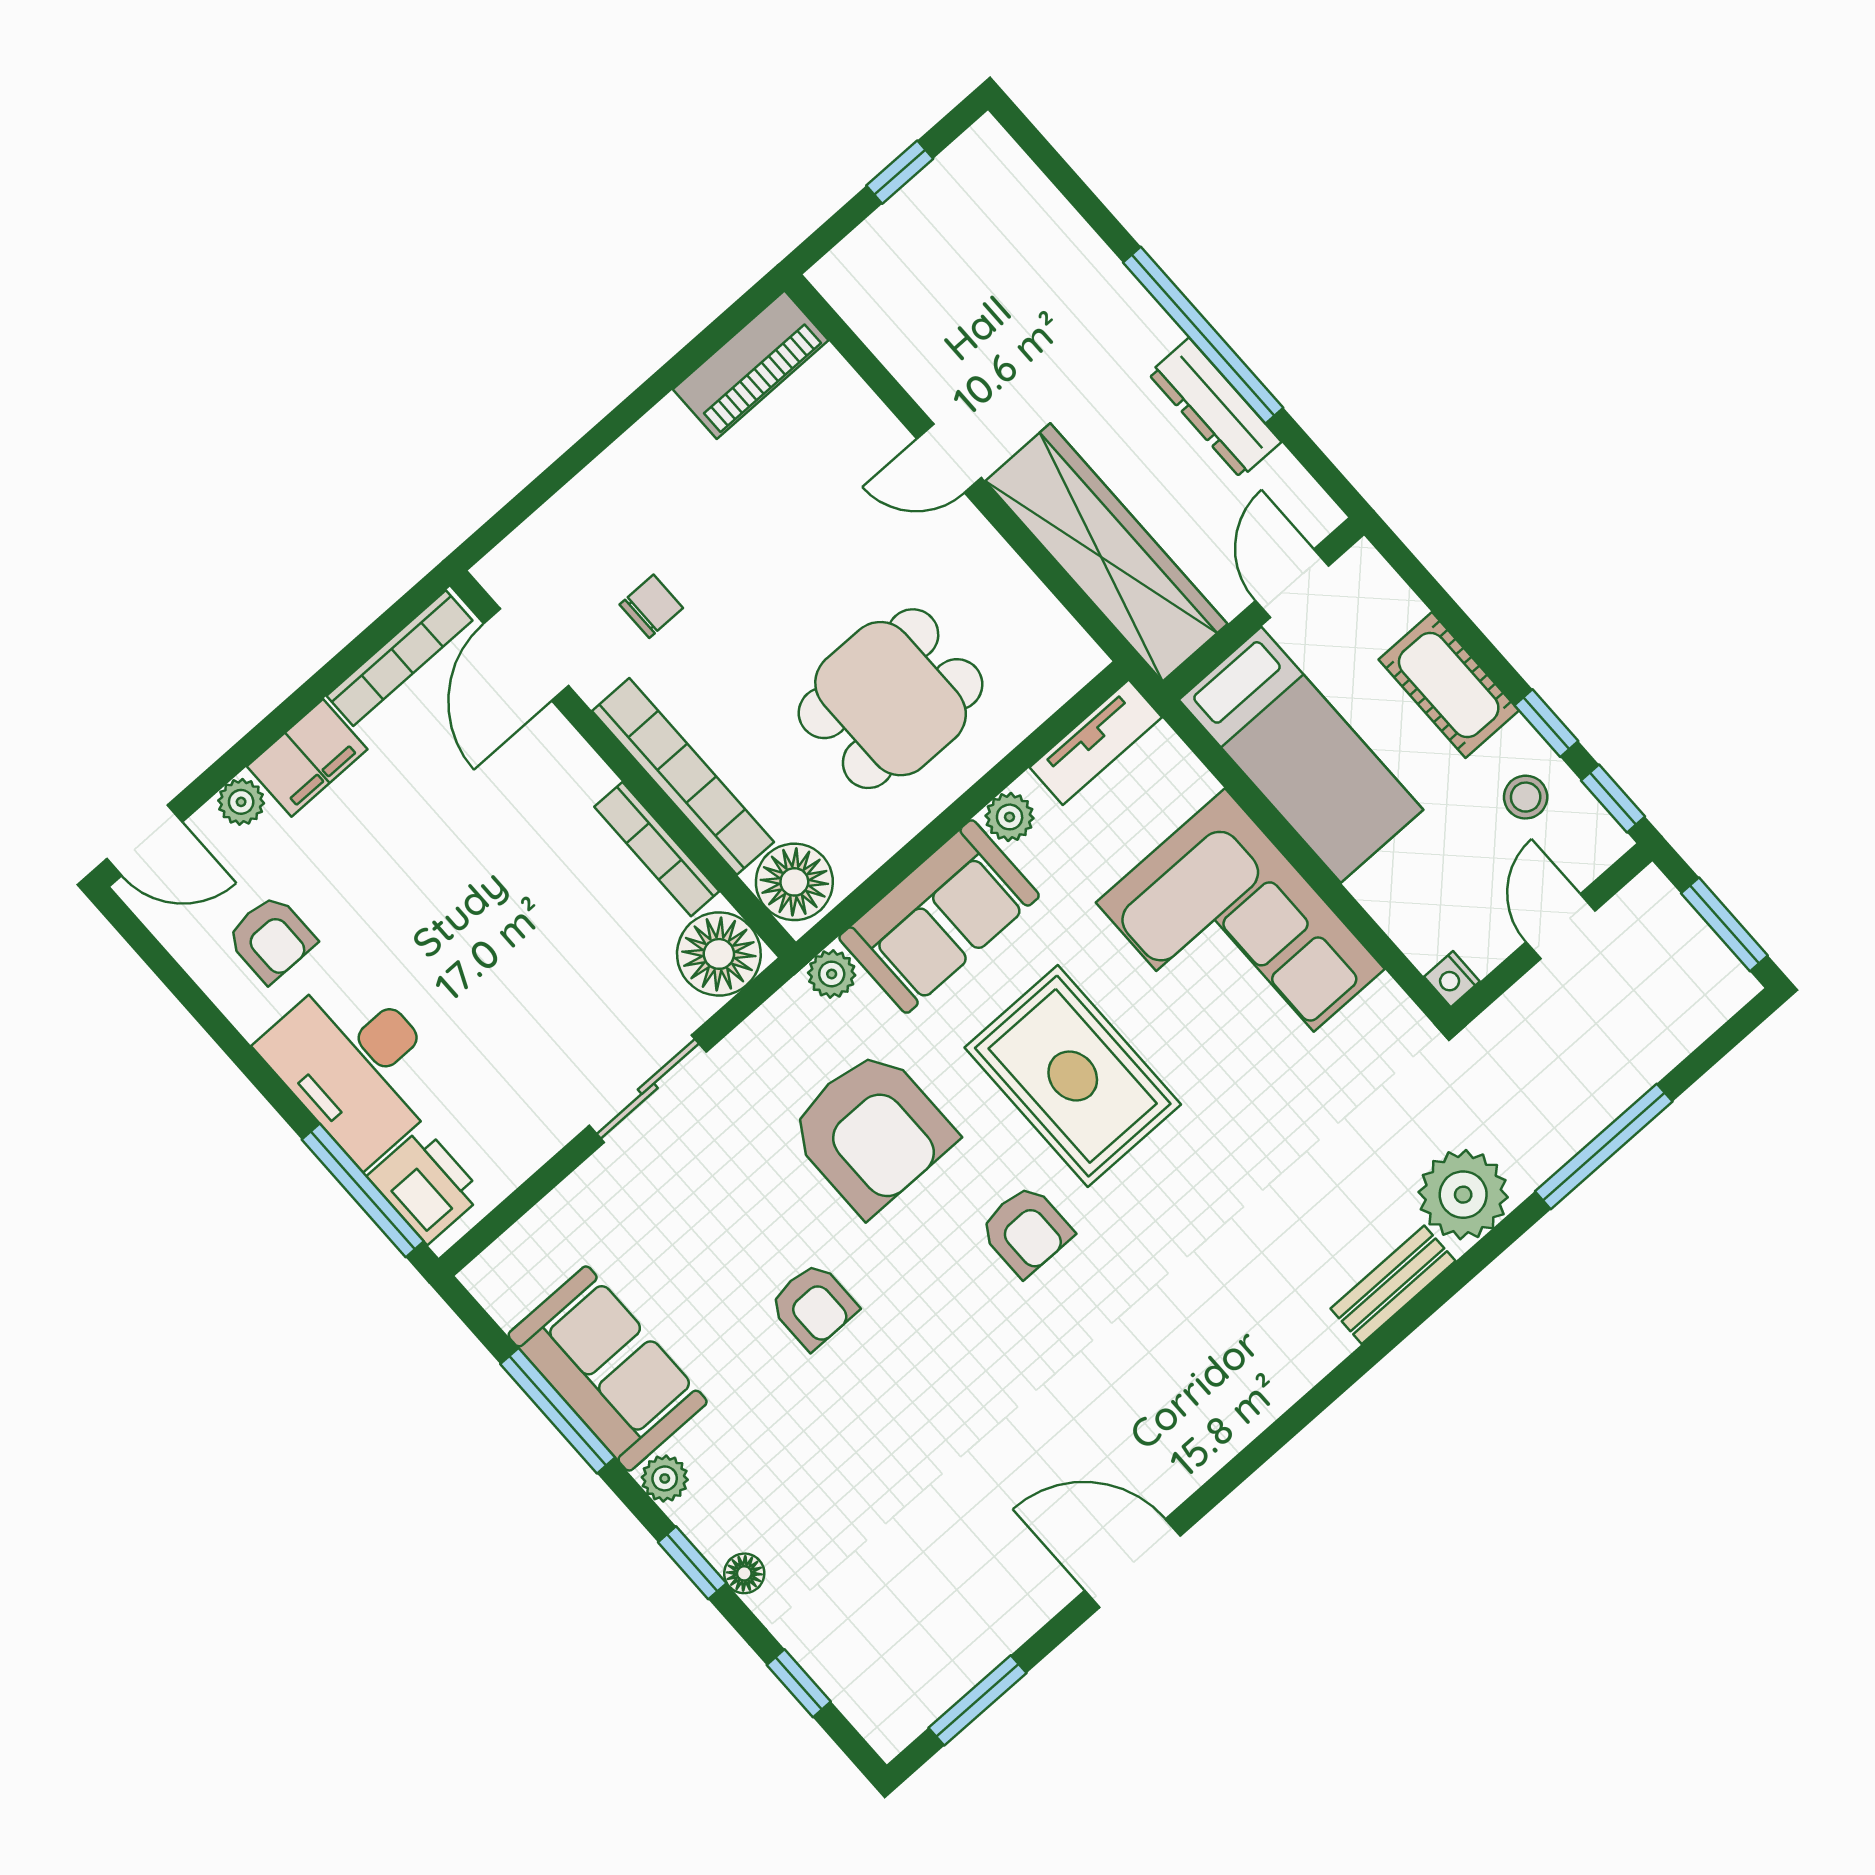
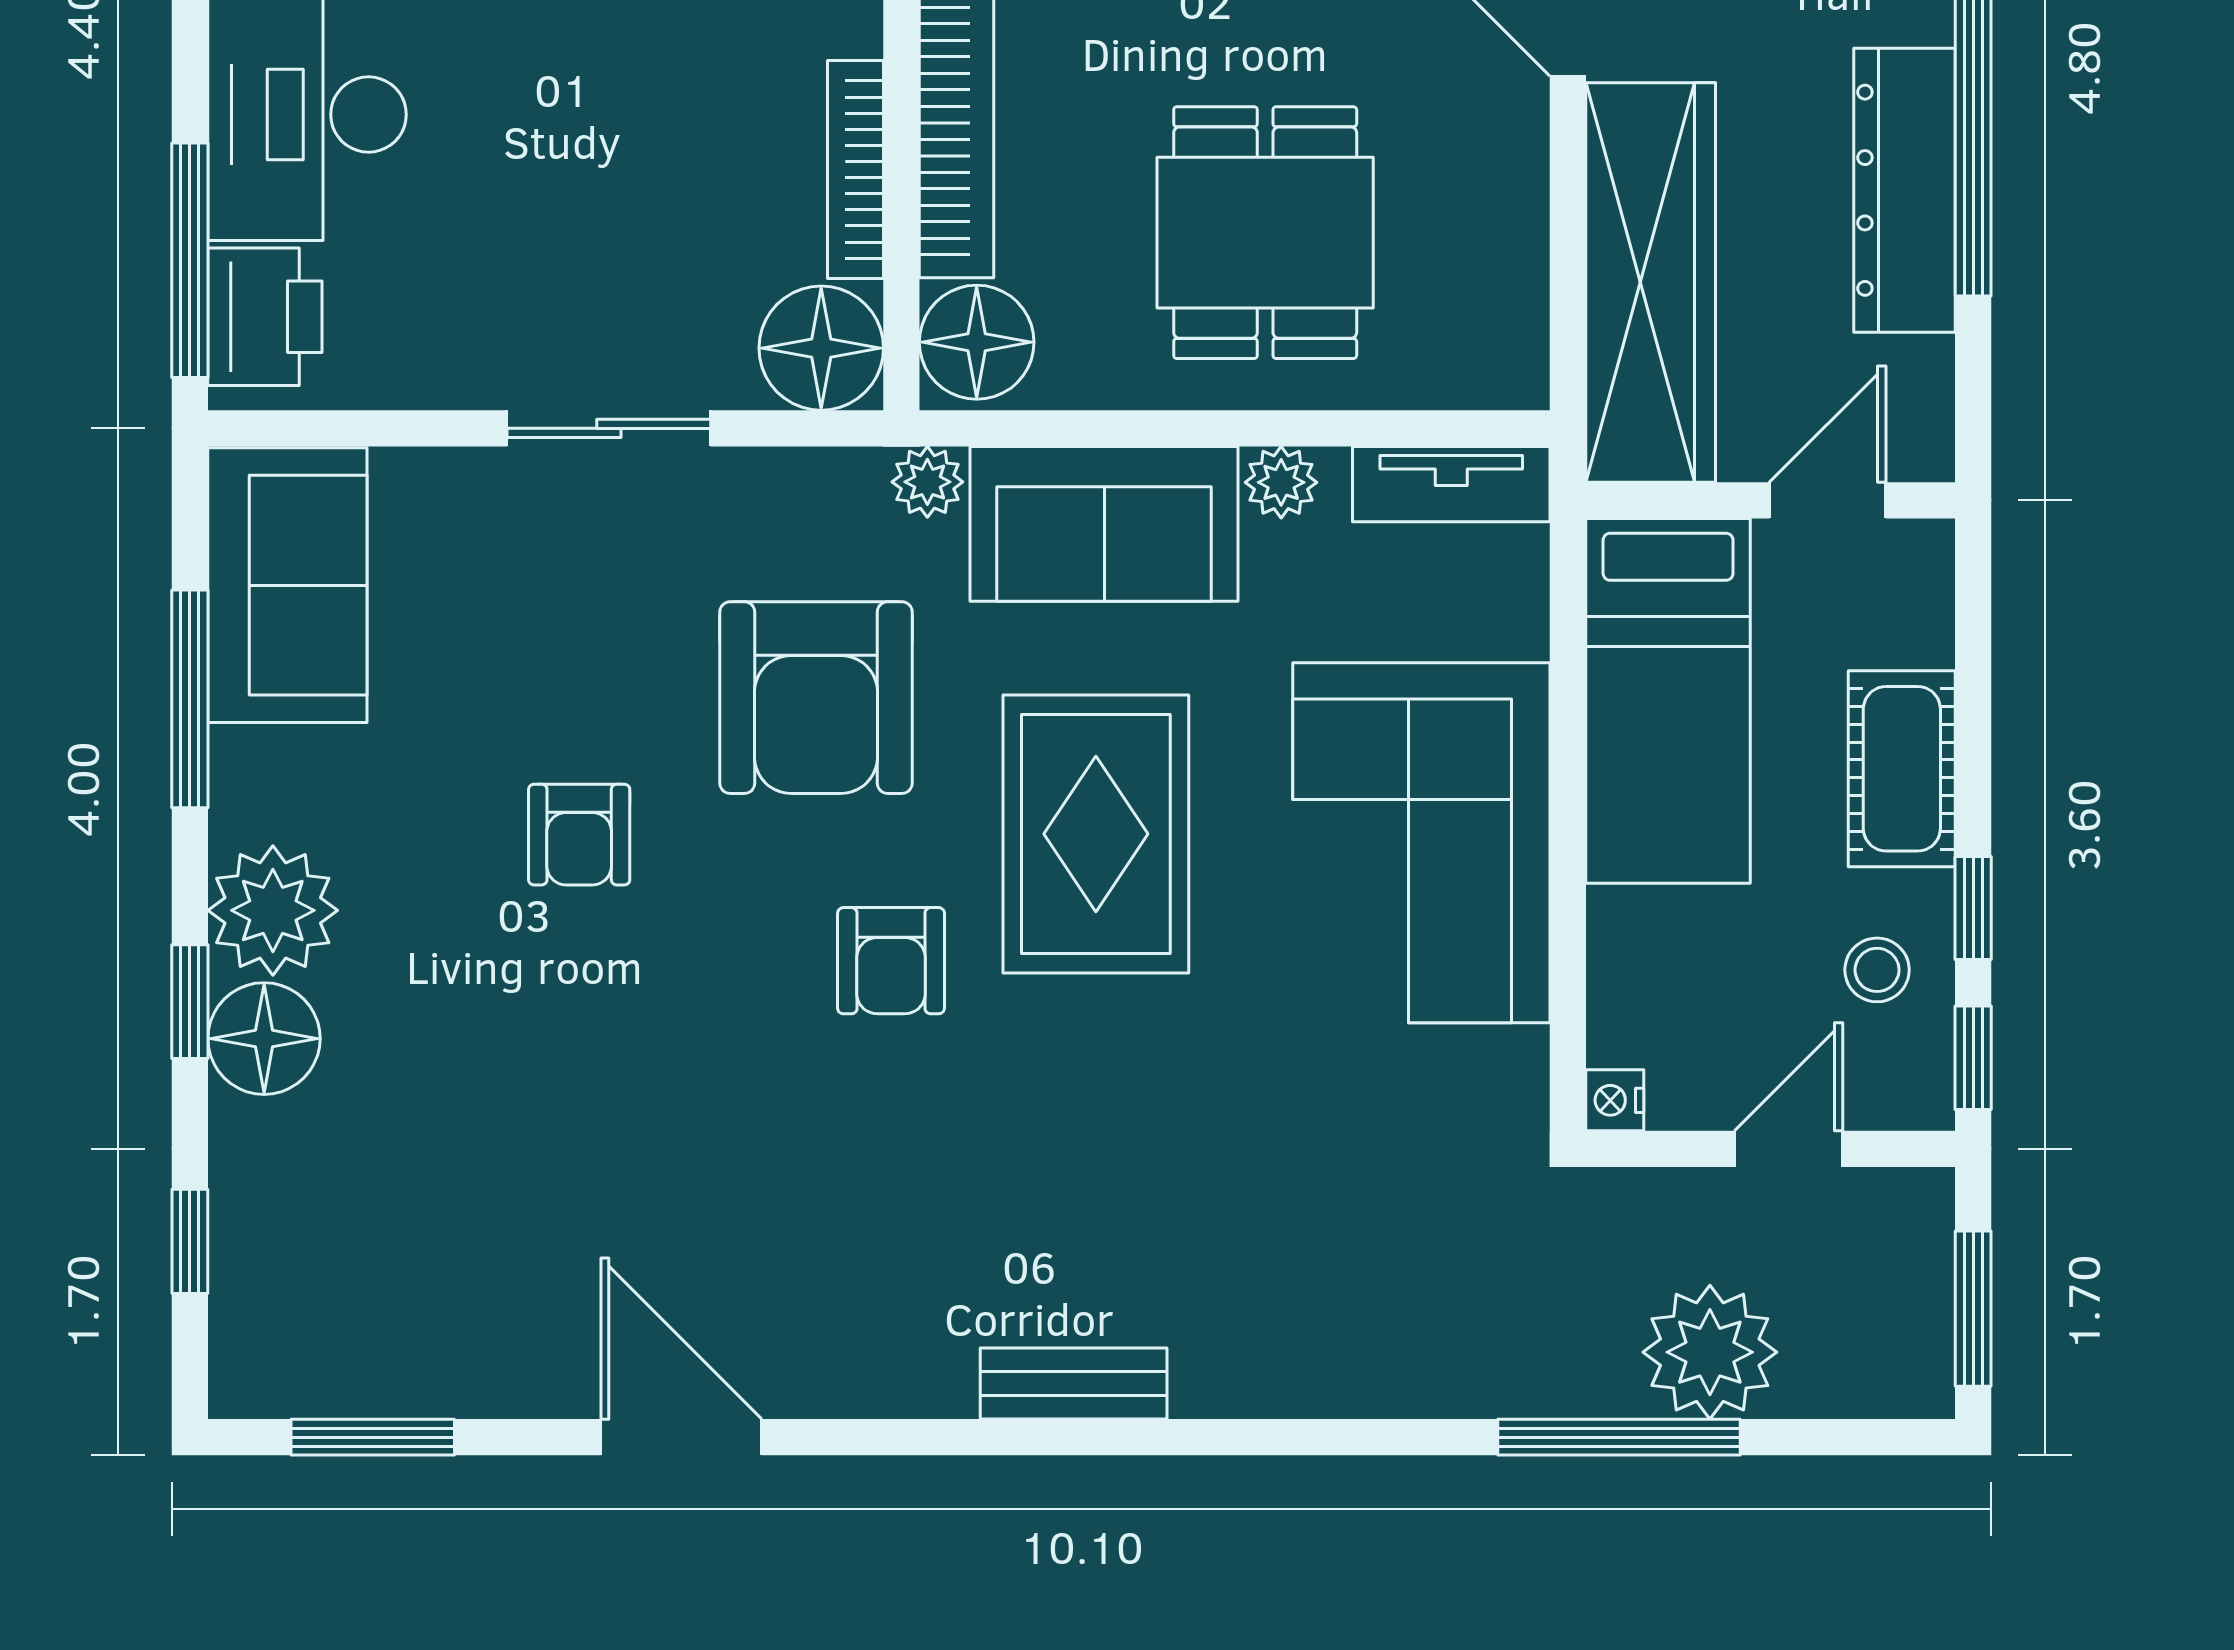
dresser: (1215, 408) -> (1905, 190), width x1.37, depth x1.24
dining table: (891, 699) -> (1265, 233), turned 90
plant: (1463, 1195) -> (1710, 1352), moved
bench: (1393, 1285) -> (1074, 1383), moved
sofa: (608, 1368) -> (287, 585), moved
plant: (665, 1478) -> (273, 910), width x1.88, depth x1.88
floor lamp: (744, 1573) -> (264, 1039), width x1.89, depth x1.89

